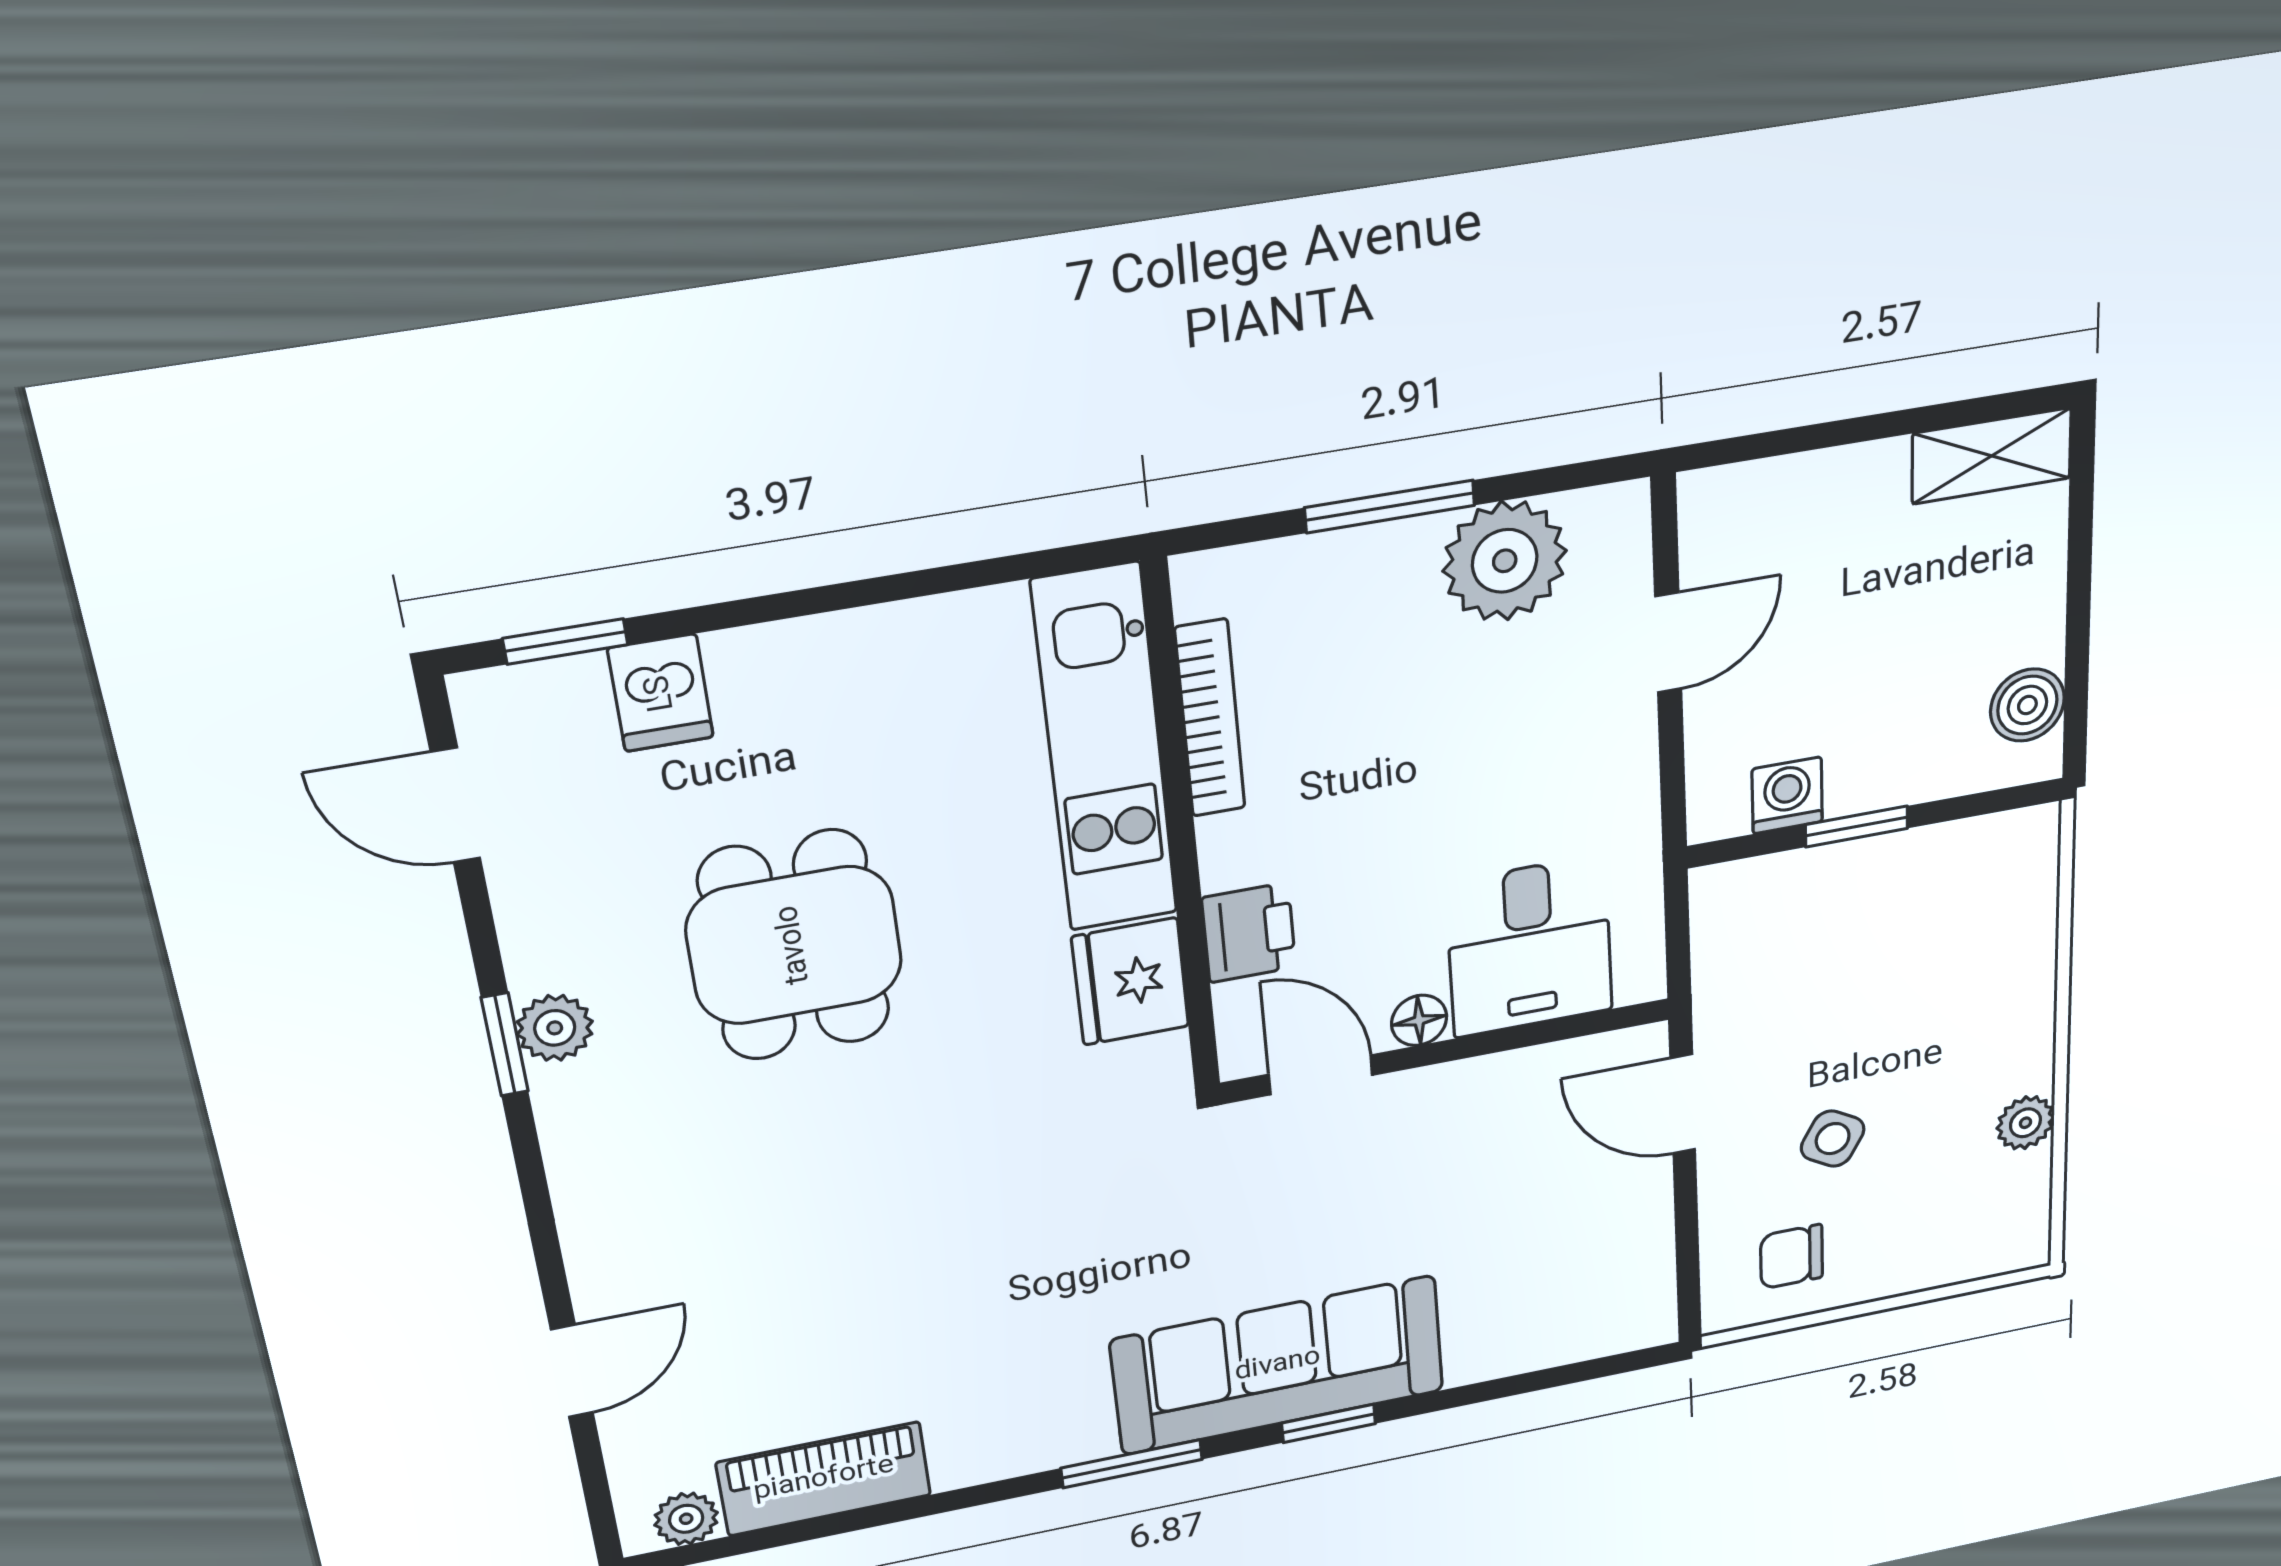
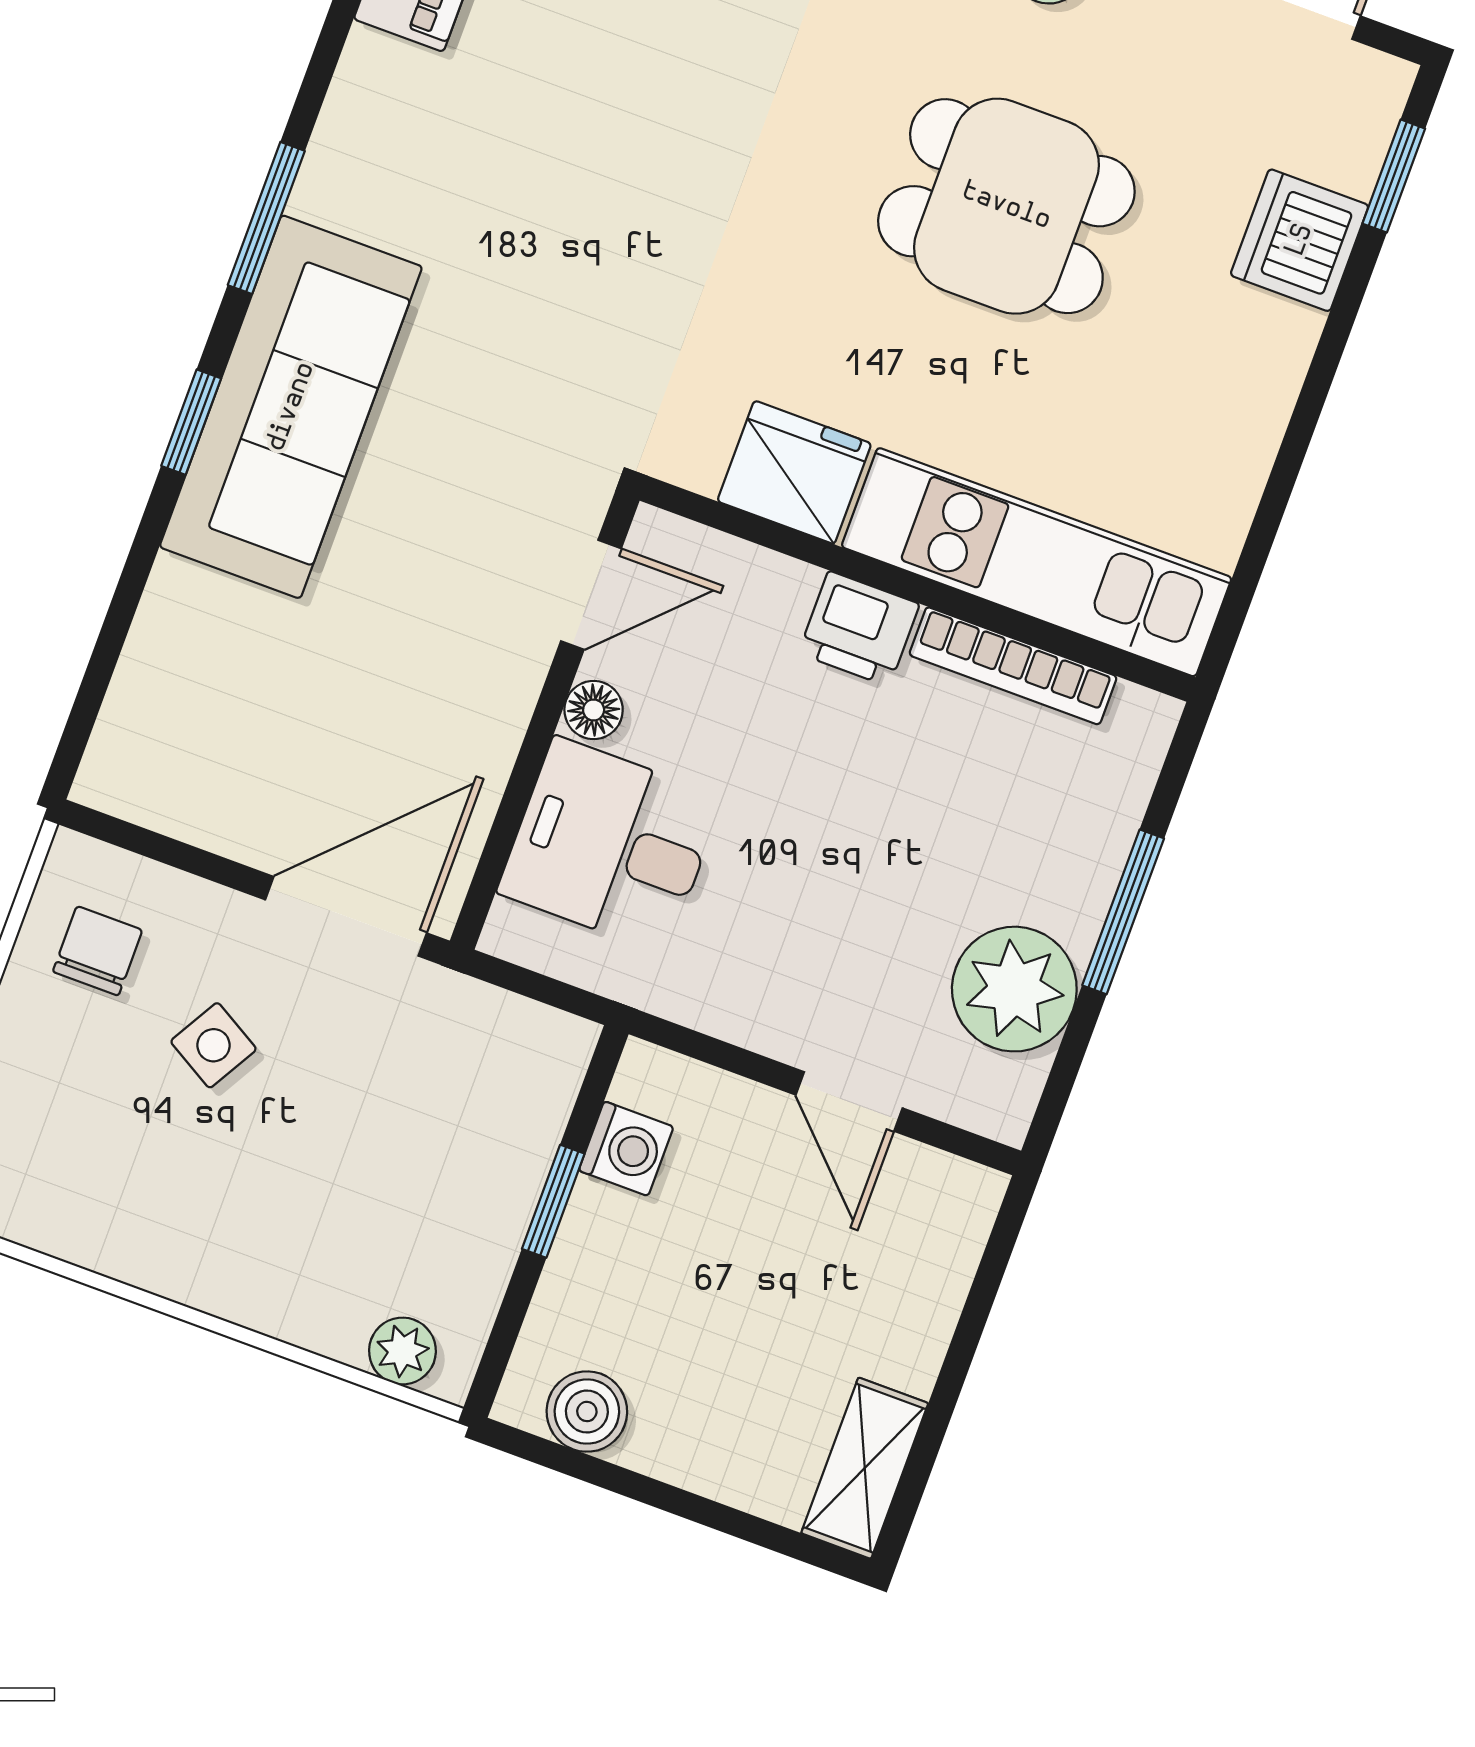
dishwasher: (661, 693) -> (1300, 240), width x1.38
printer: (1249, 933) -> (859, 629), moved
door: (1683, 1104) -> (346, 916), width x1.38
plant: (2025, 1123) -> (402, 1351), moved

